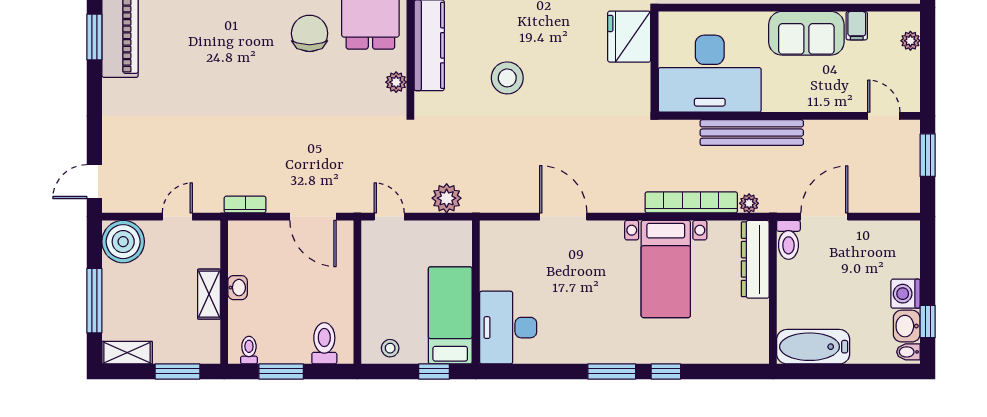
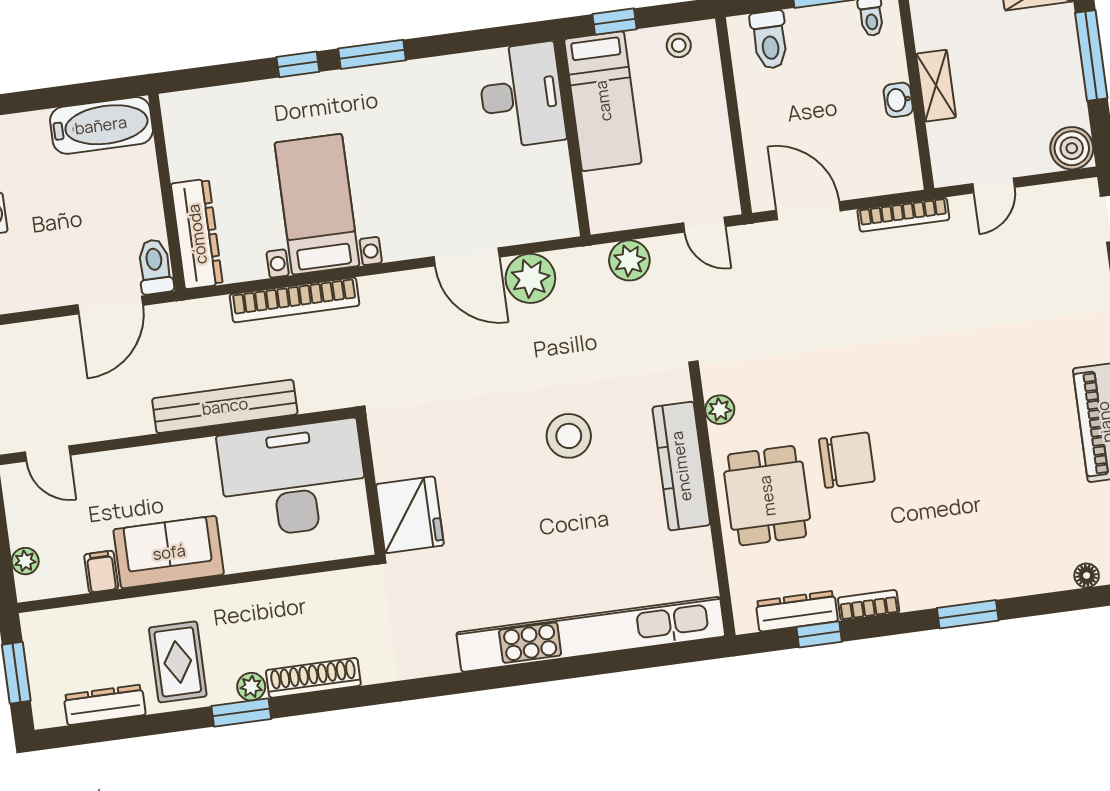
chair: (310, 33) -> (847, 460), turned -90
plant: (749, 203) -> (530, 278), moved, width x1.88, depth x1.88
bookcase: (245, 205) -> (903, 215), width x1.56
boiler: (123, 242) -> (1072, 148), width x0.73, depth x0.73

